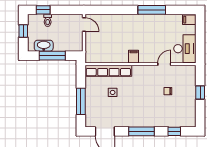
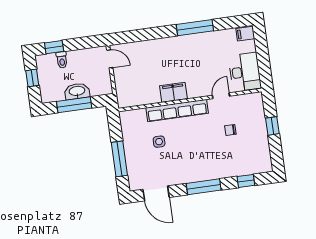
washbasin: (44, 46) -> (77, 91), moved
filing cabinet: (134, 57) -> (173, 92), width x2.00
row of seats: (108, 71) -> (177, 111), moved

